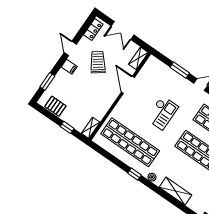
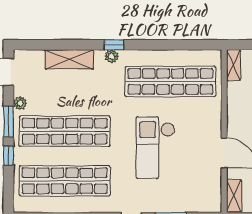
checkout: (162, 113) -> (155, 148), width x1.36, depth x1.21
window: (135, 174) -> (114, 45), moved

